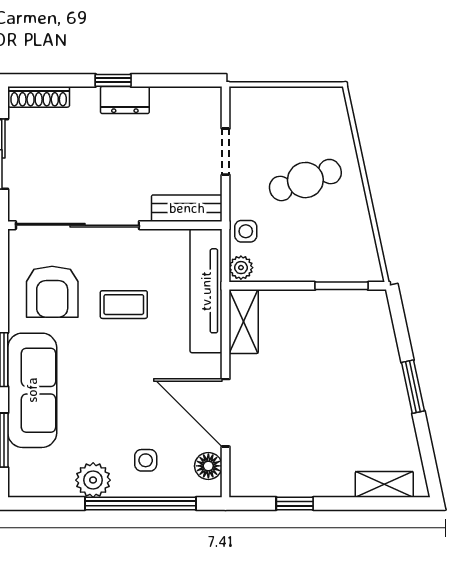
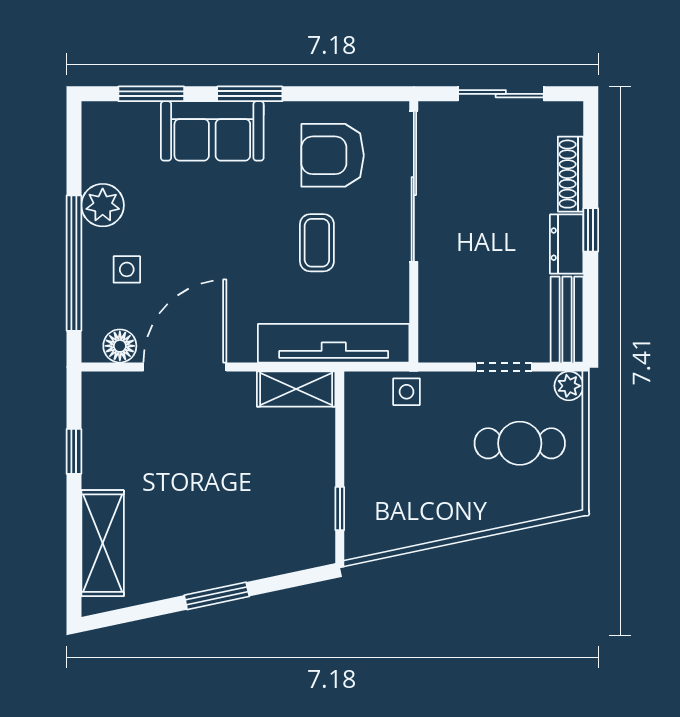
shoe rack: (39, 97) -> (571, 174), moved
cafe table: (305, 180) -> (520, 443), moved, turned -71
bench: (187, 208) -> (567, 320), moved
plant: (241, 268) -> (569, 386), moved
window: (341, 286) -> (340, 509), width x0.67
sofa: (32, 390) -> (212, 131), width x0.73
shelving: (384, 484) -> (103, 543), width x1.50, depth x1.33

